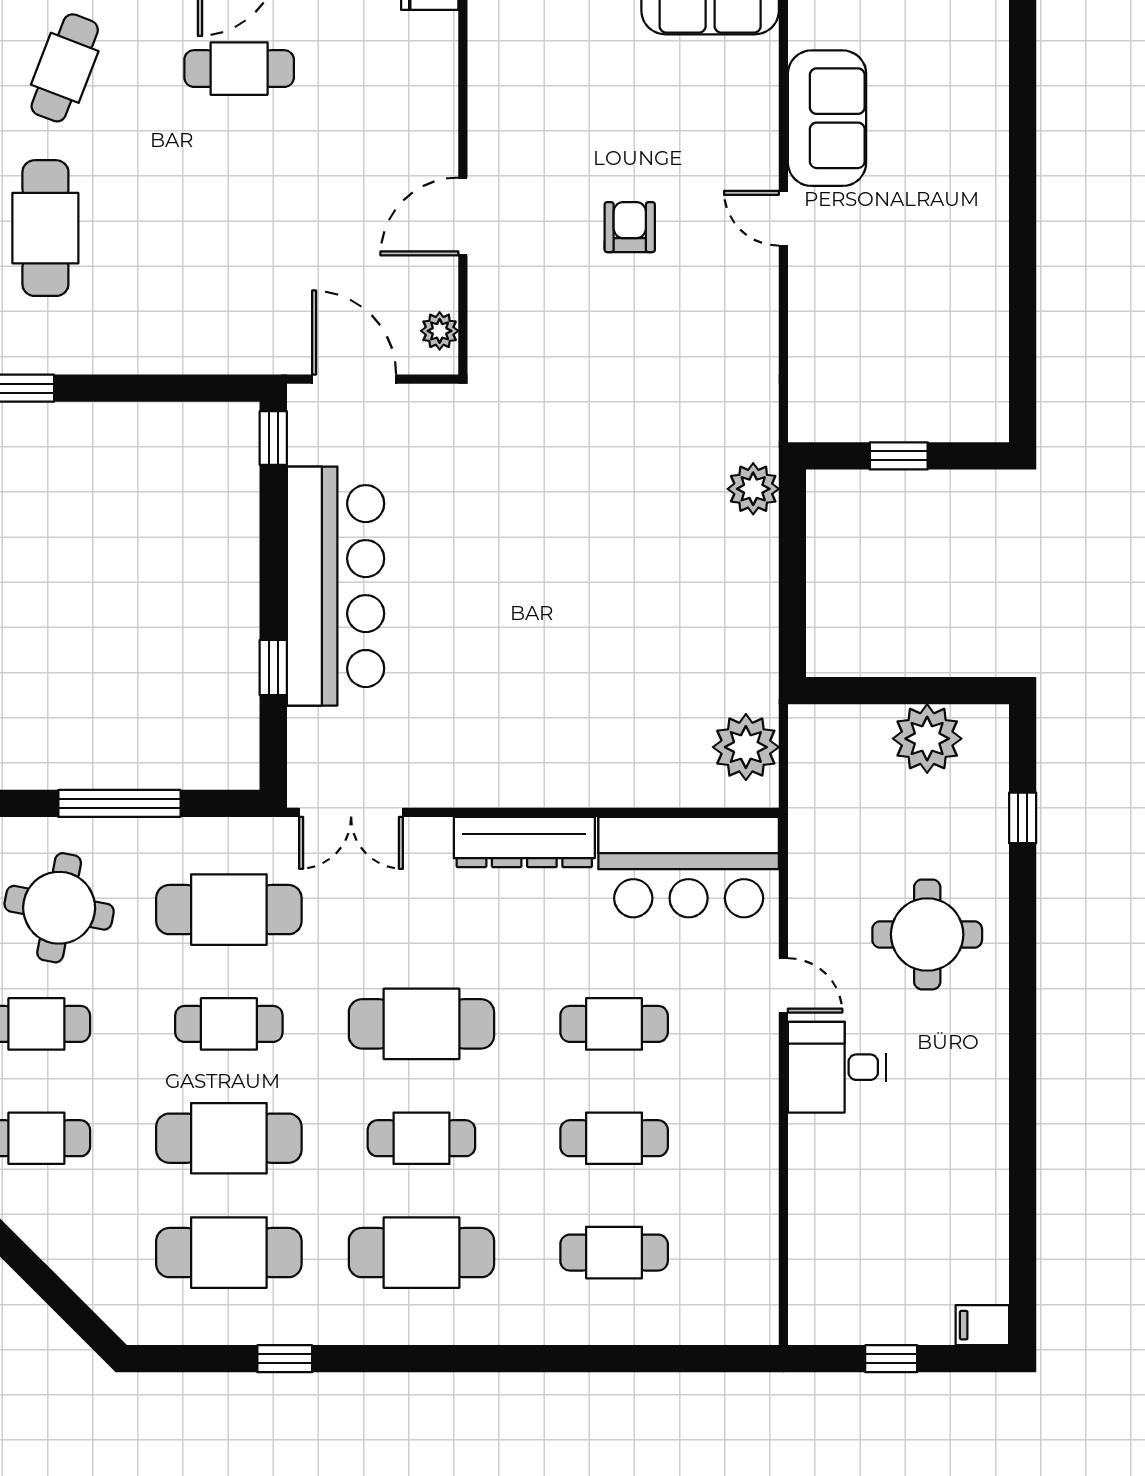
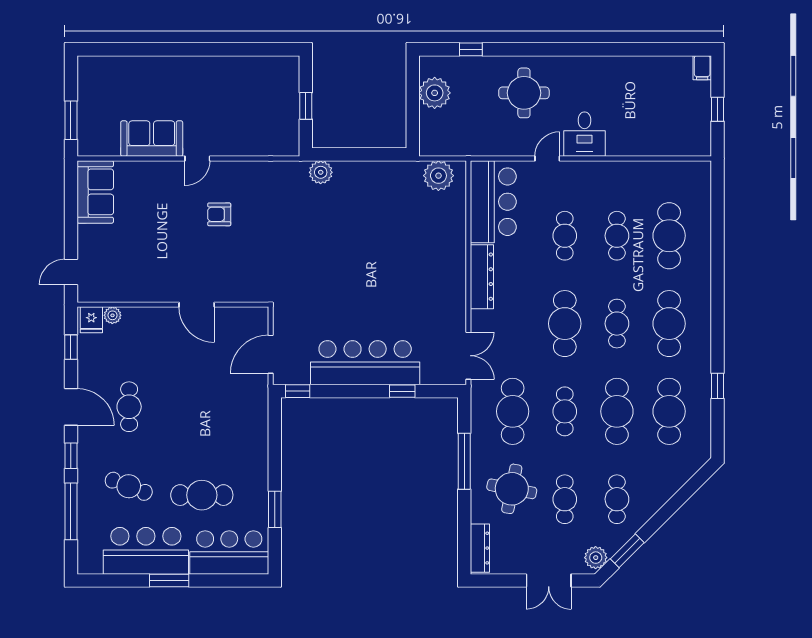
armchair: (630, 227) -> (219, 214), moved
plant: (440, 331) -> (112, 315), moved
cafe table: (614, 1253) -> (669, 236), width x1.37, depth x1.35

